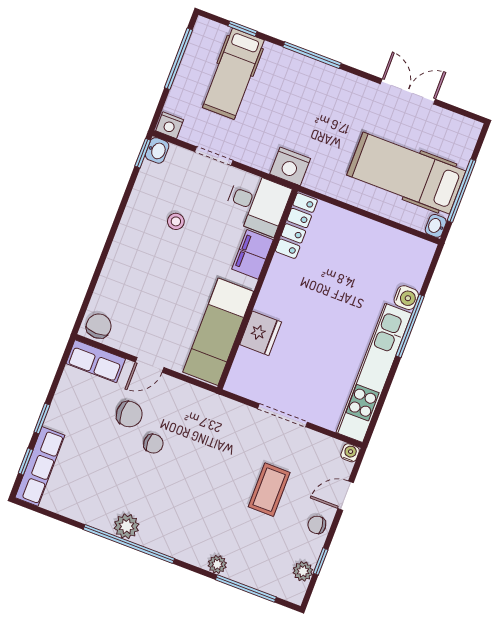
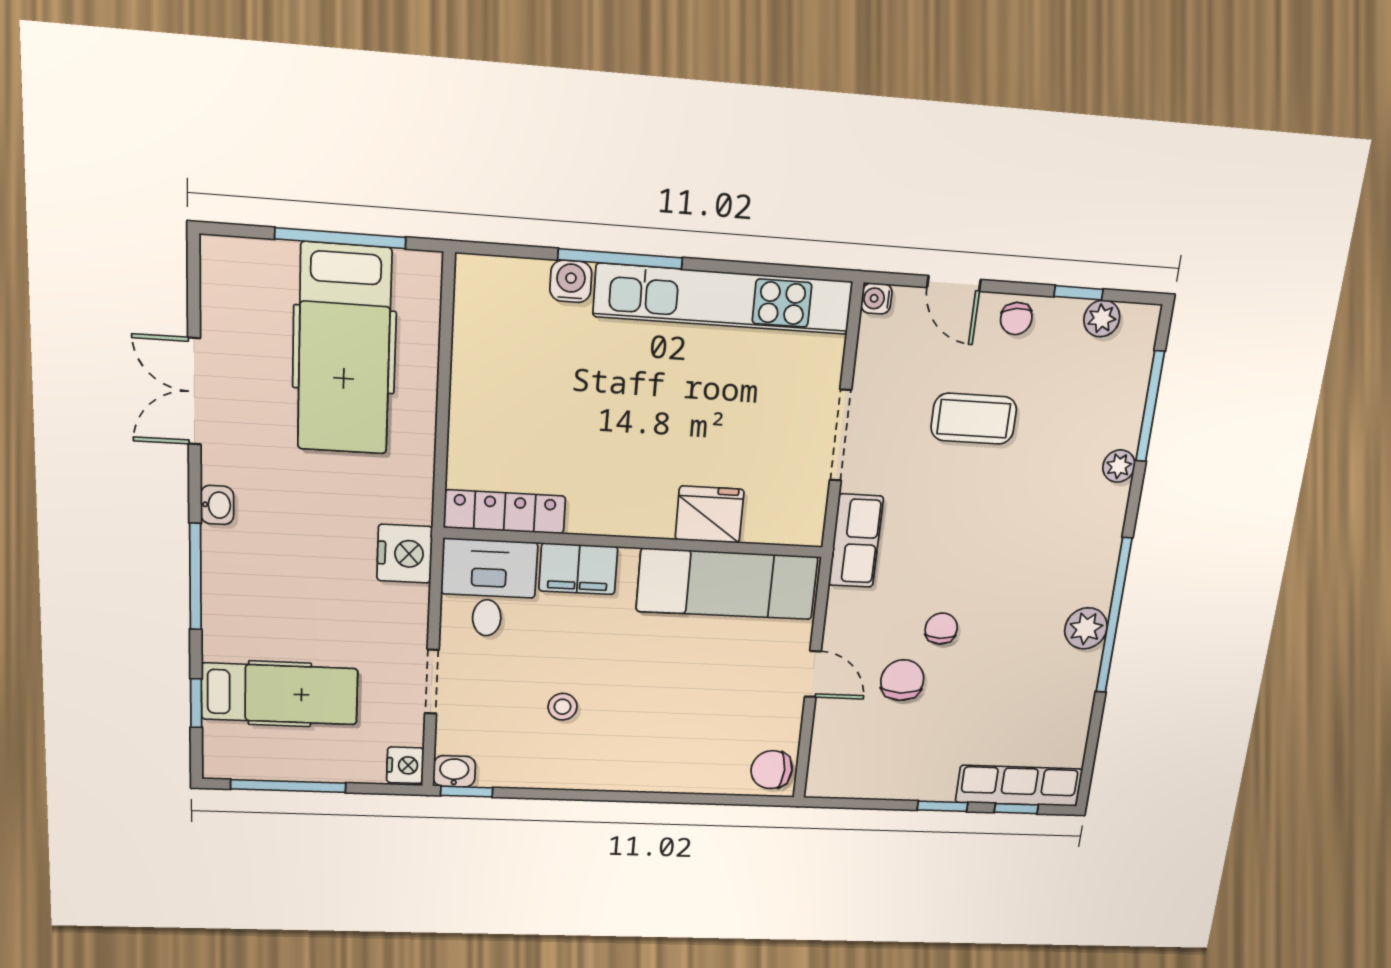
washbasin: (436, 226) -> (217, 505), moved, turned -90
row of seats: (96, 361) -> (856, 541), moved

